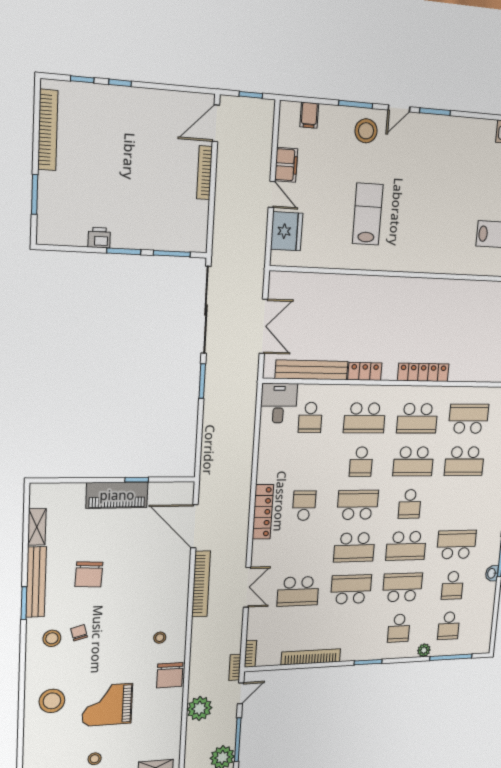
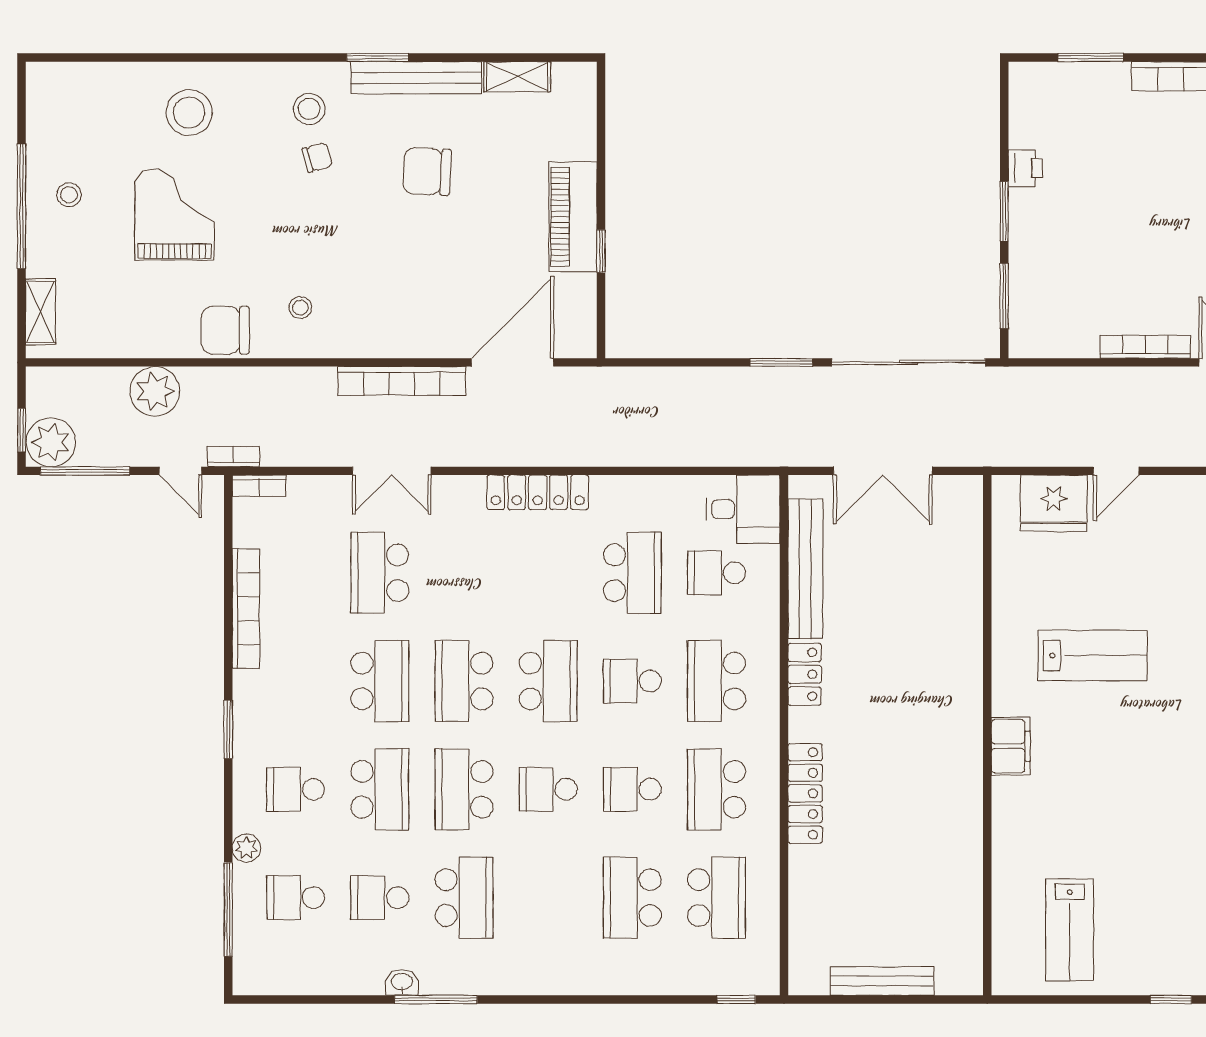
filing cabinet: (286, 165) -> (1011, 746), moved, turned -90
school desk: (413, 461) -> (632, 789), width x0.54
school desk: (304, 506) -> (632, 573), moved, width x1.85

